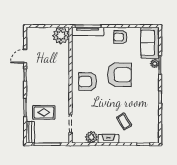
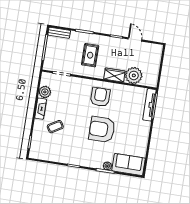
plant: (61, 36) -> (134, 75), moved
armchair: (120, 37) -> (139, 136), removed
wardrobe: (64, 71) -> (114, 75), added
armchair: (119, 75) -> (102, 129), turned 90
rug: (44, 113) -> (90, 55), moved

